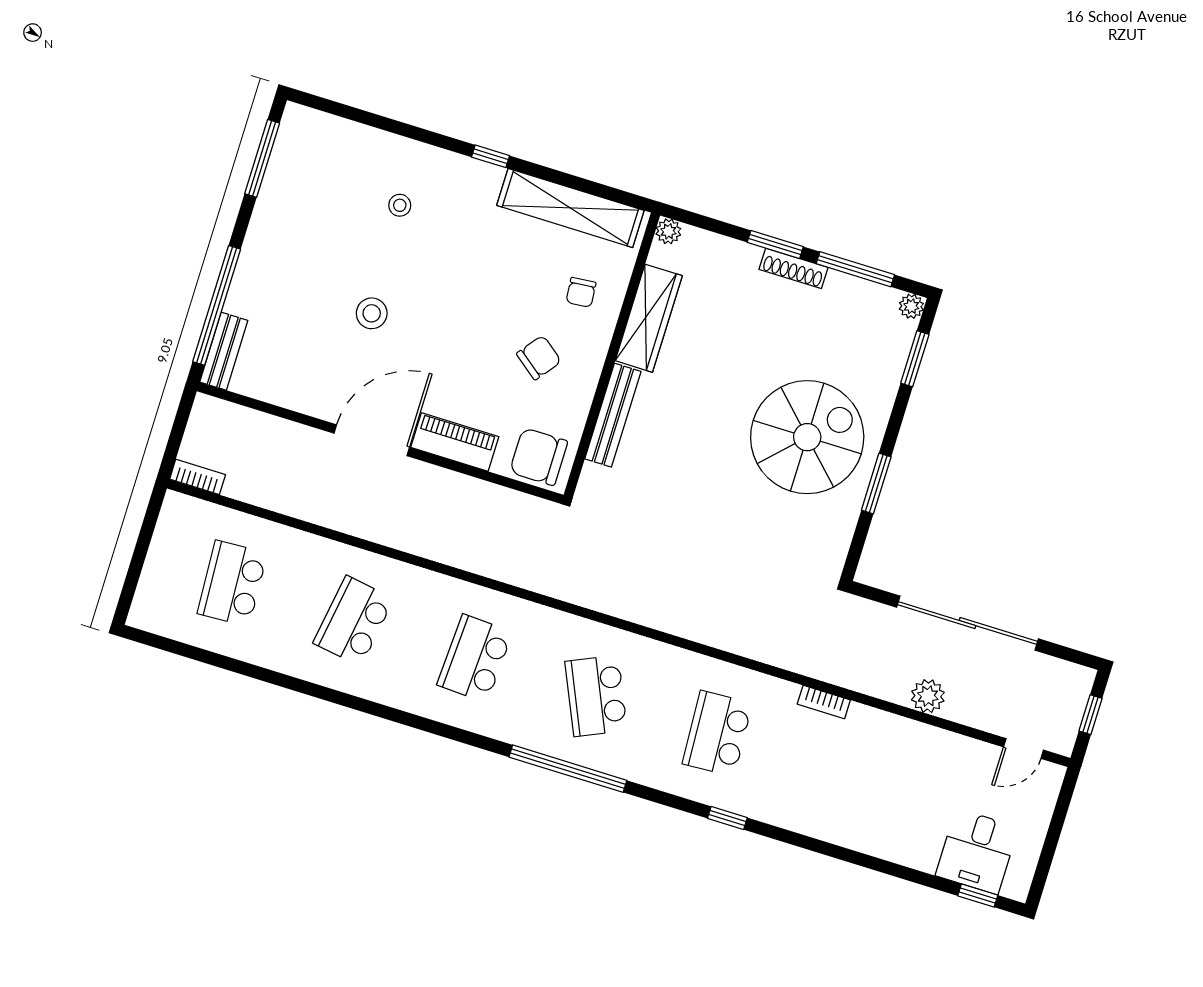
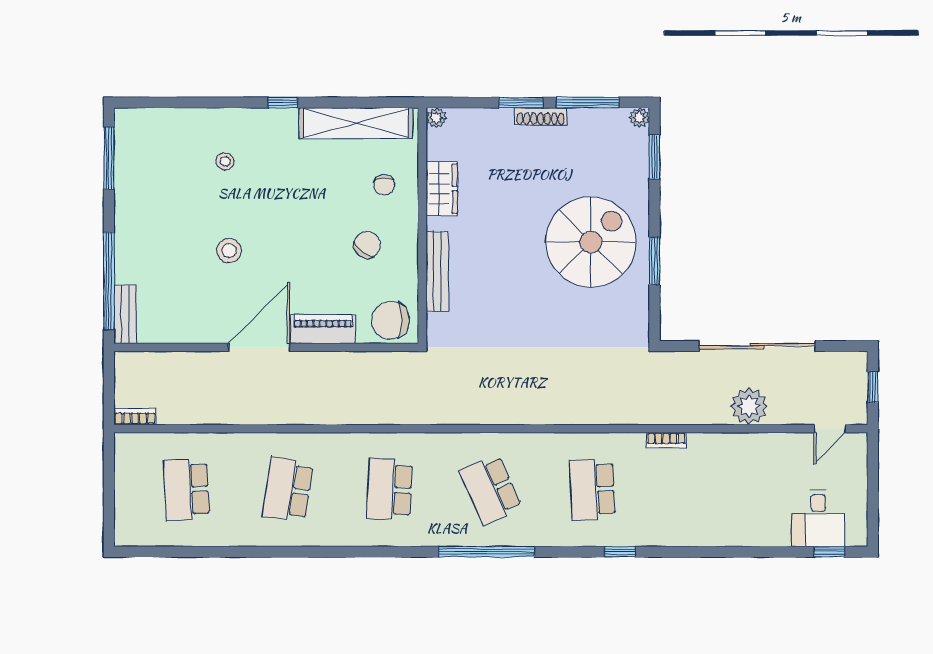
wardrobe: (649, 318) -> (442, 189), width x0.67
plant: (928, 696) -> (749, 406), width x1.36, depth x1.36

